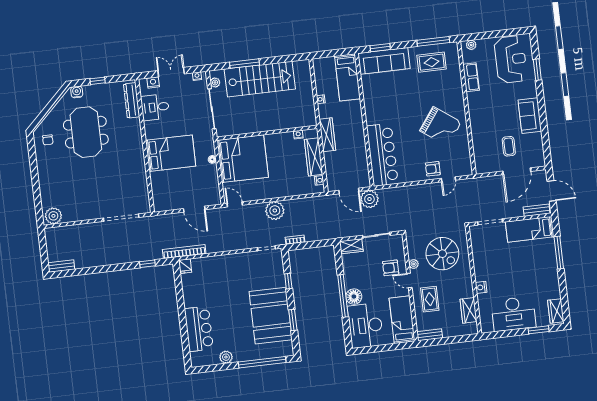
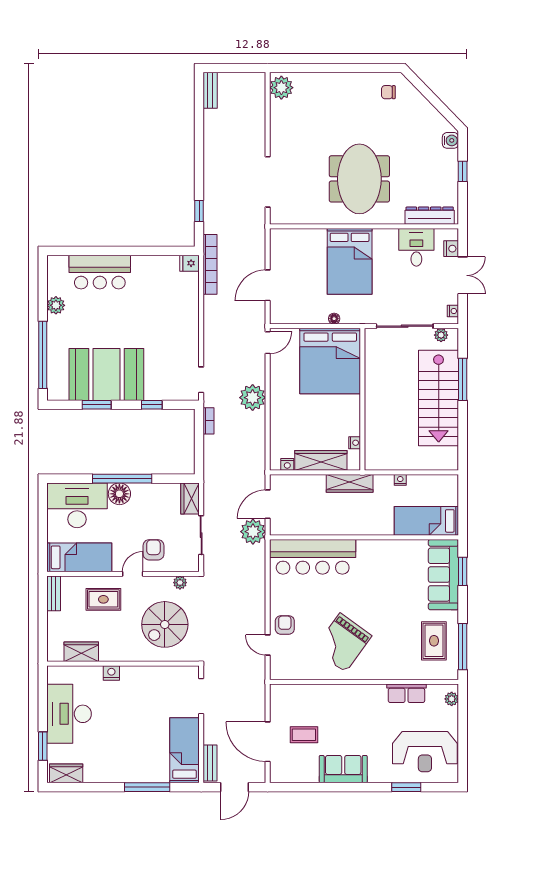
meeting table: (86, 132) -> (359, 179), moved, turned 90
plant: (414, 264) -> (180, 583), moved

